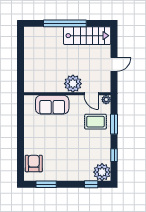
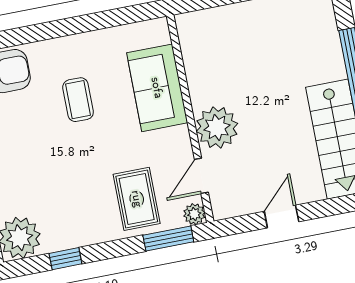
door: (114, 64) -> (282, 217), swing flipped
window: (114, 124) -> (168, 239), moved
coffee table: (51, 138) -> (78, 100), added

